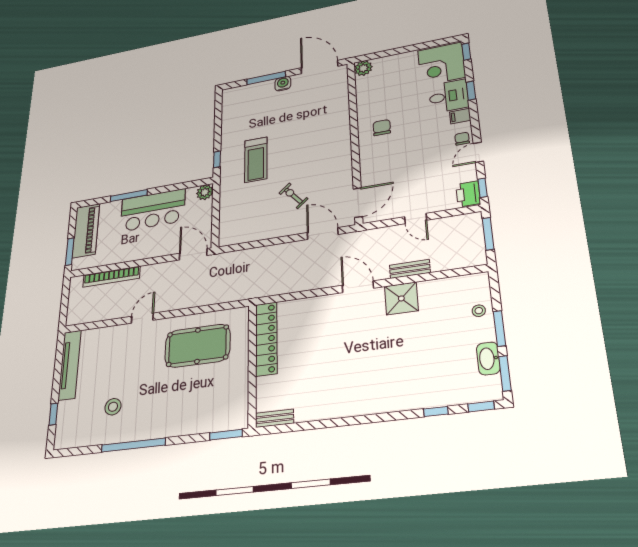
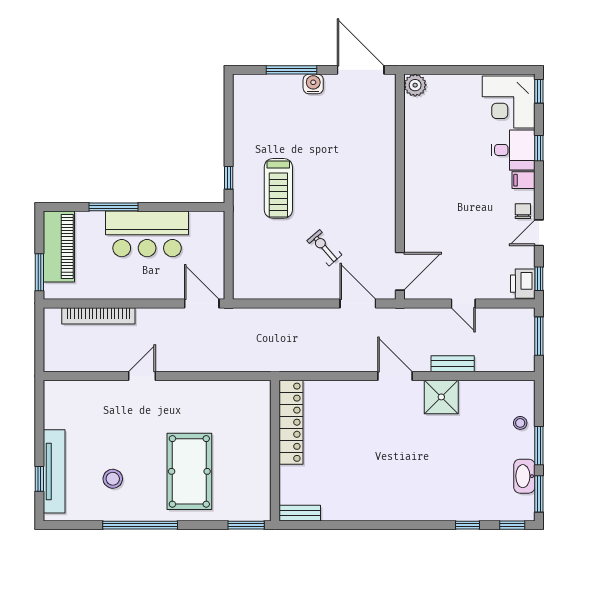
chair: (382, 128) -> (433, 176), removed
plant: (205, 192) -> (214, 222), removed
pool table: (197, 346) -> (189, 471), moved, turned 90
tv unit: (70, 365) -> (54, 471), moved

